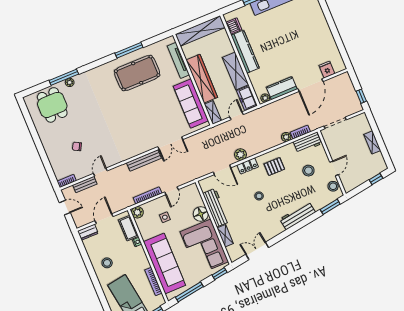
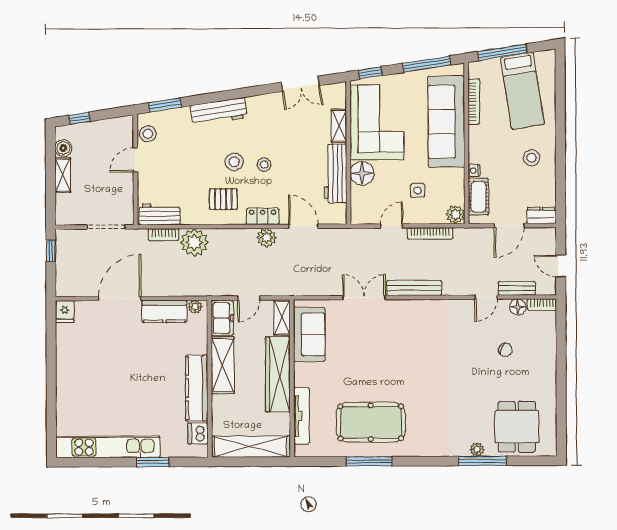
fridge: (327, 70) -> (65, 312), moved
sofa: (191, 103) -> (309, 334), width x0.73
plant: (286, 137) -> (194, 242), width x1.88, depth x1.88
boiler: (378, 158) -> (63, 148), added
stool: (308, 171) -> (234, 162), moved
floor lamp: (80, 174) -> (518, 307), added

